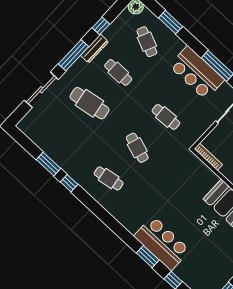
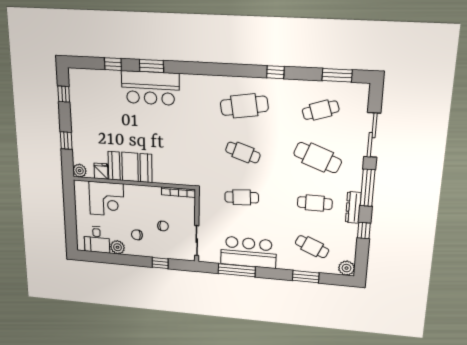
cafe table: (90, 103) -> (318, 158), turned 30
cafe table: (61, 134) -> (321, 110), added
window: (48, 164) -> (337, 75), moved
cafe table: (109, 178) -> (244, 106), width x1.37, depth x1.35

